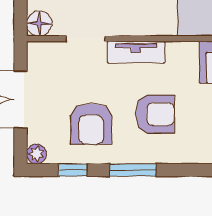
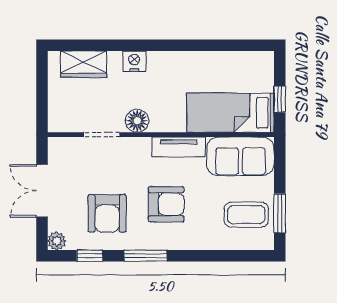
floor lamp: (39, 24) -> (137, 121), moved
tv unit: (136, 52) -> (179, 147), moved

